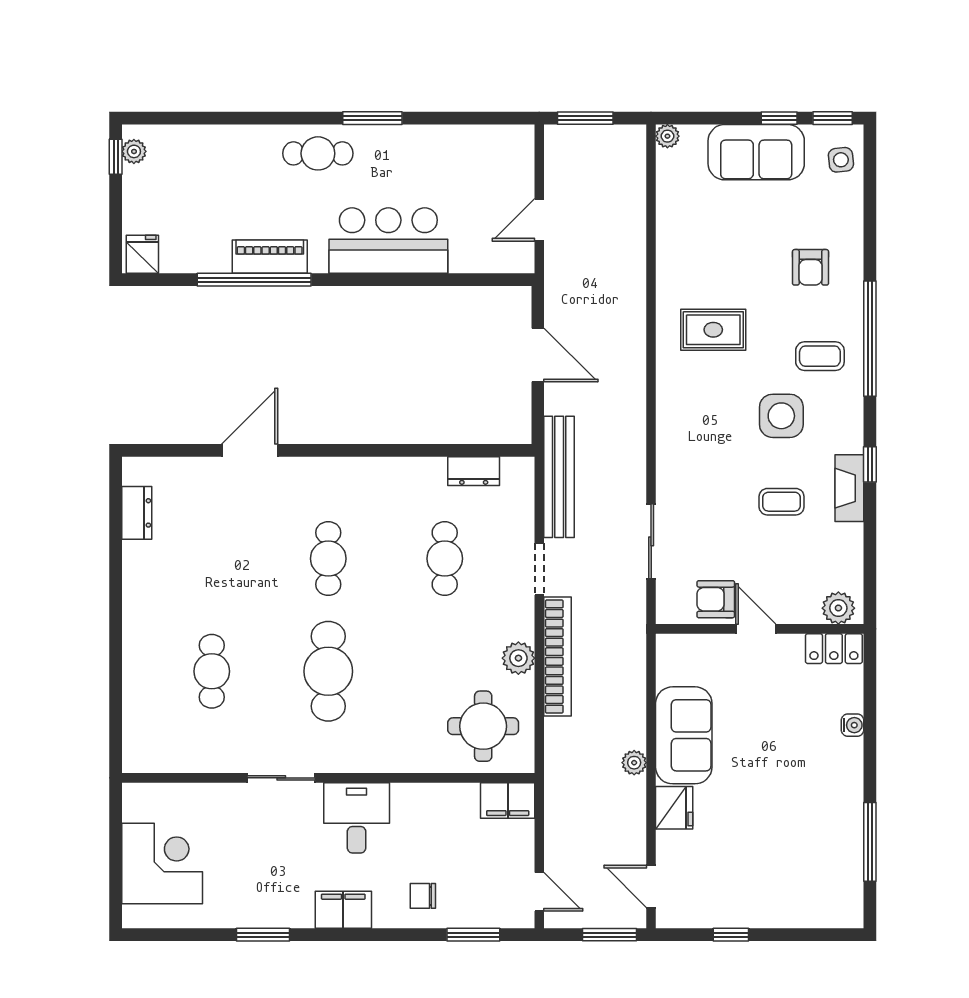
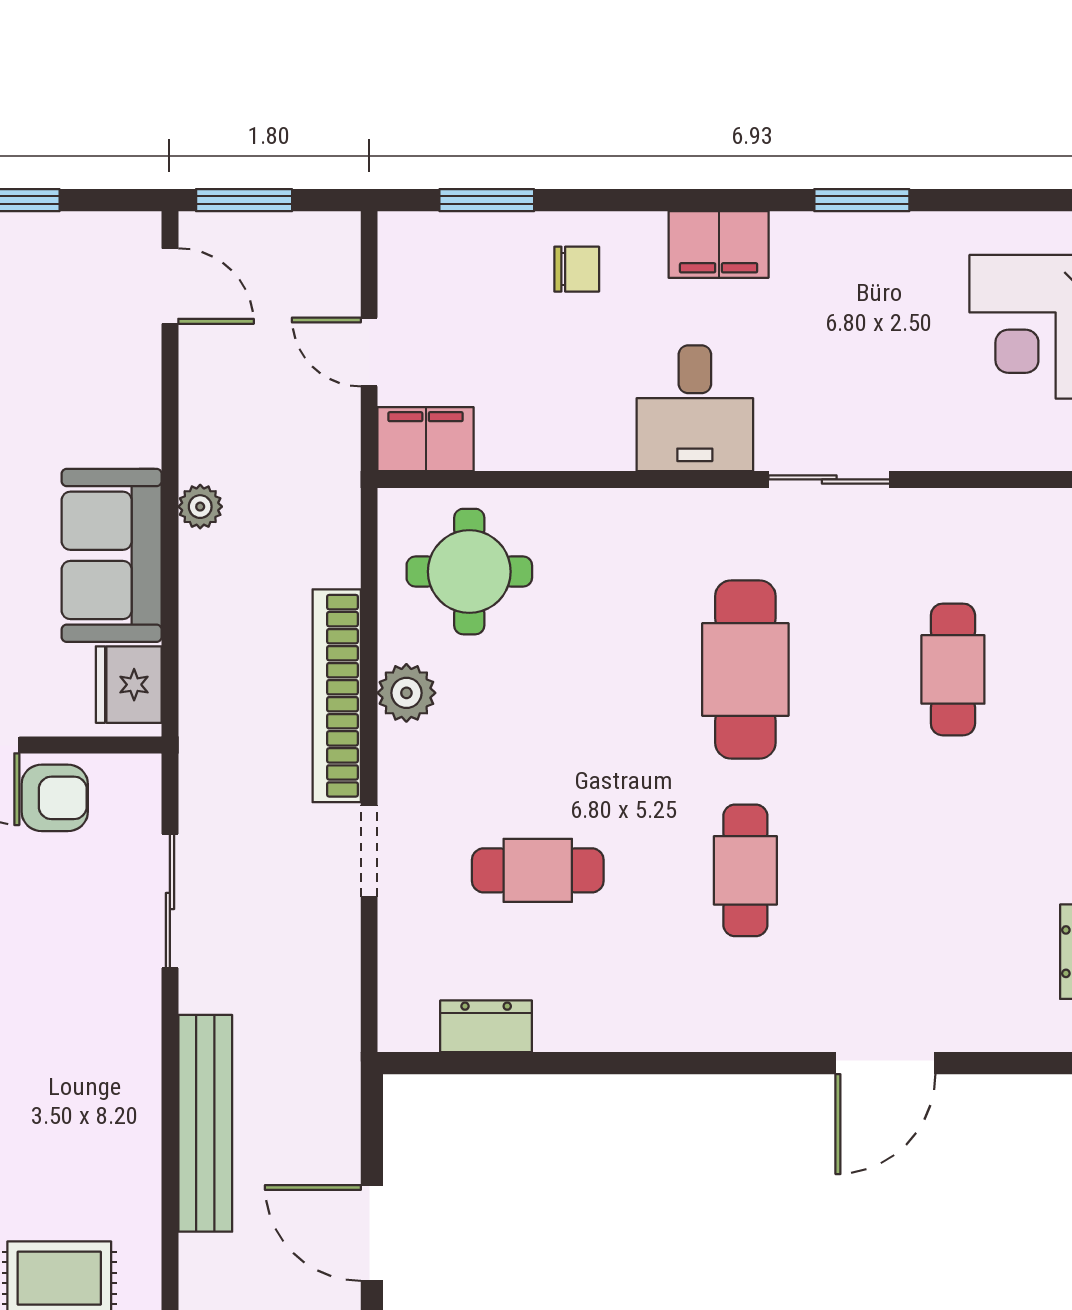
bench: (559, 477) -> (205, 1123), moved
cafe table: (445, 559) -> (538, 870), turned 90
fridge: (674, 808) -> (129, 685), moved
door: (539, 892) -> (369, 352), moved

